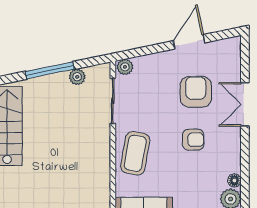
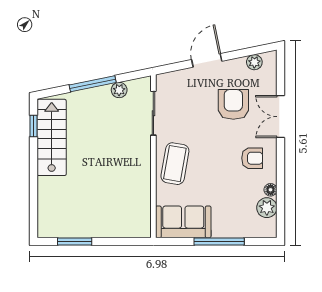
door: (189, 42) -> (207, 60), moved
plant: (125, 67) -> (254, 62), moved
armchair: (193, 140) -> (252, 158), moved

